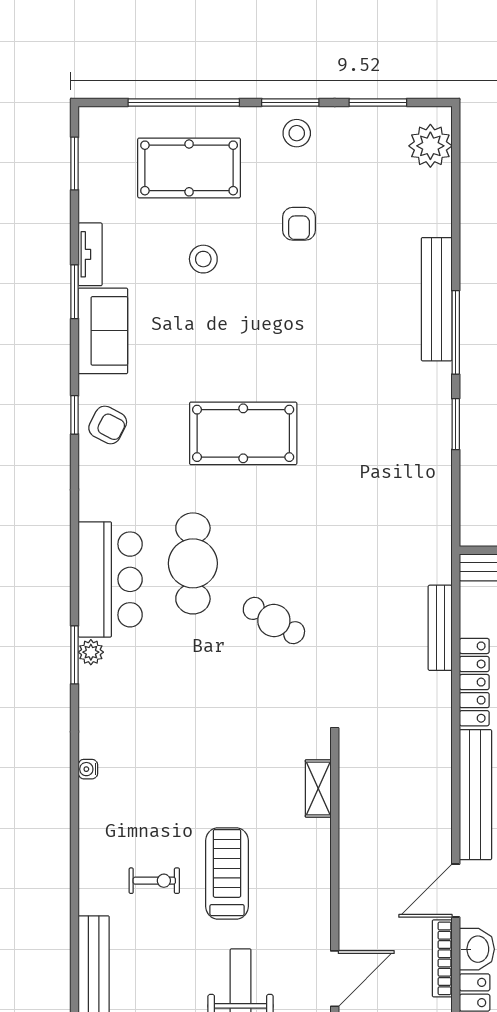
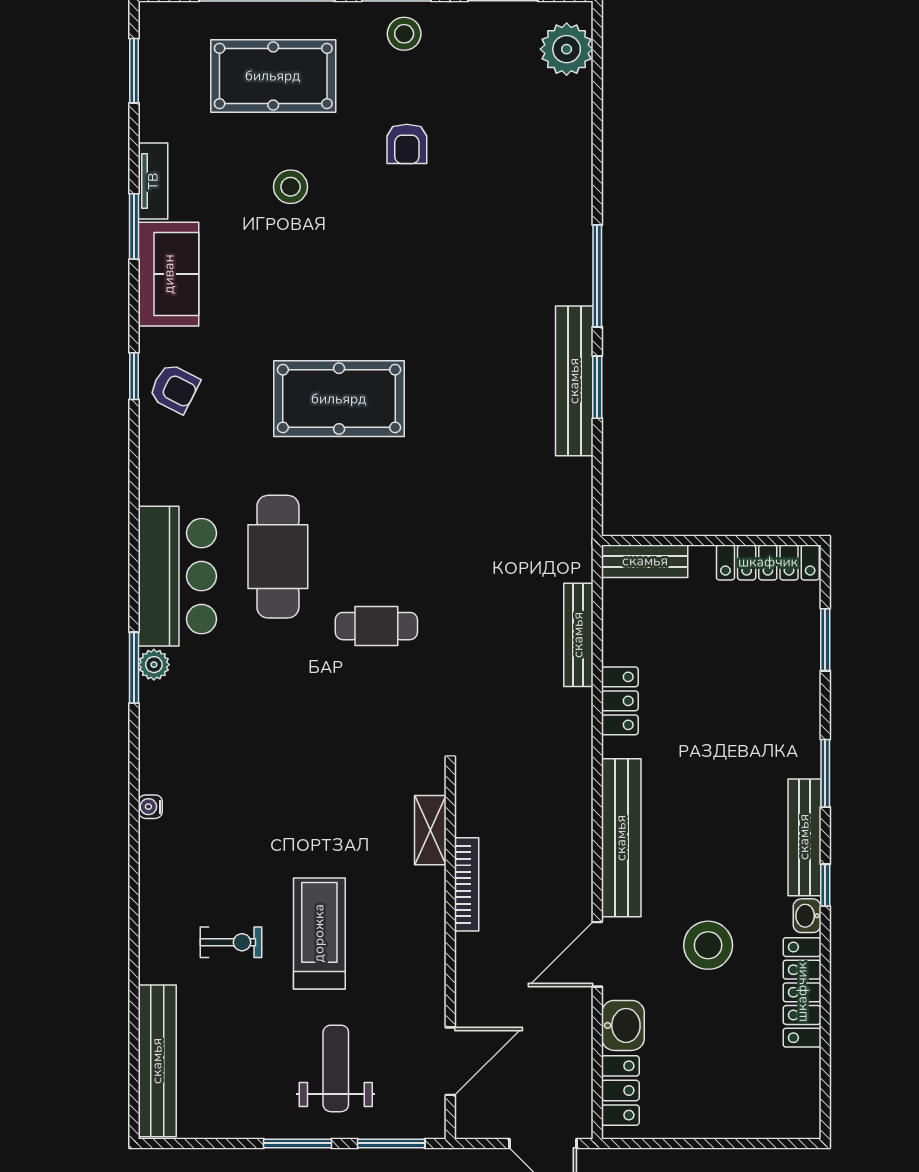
bench: (437, 299) -> (574, 381), moved
cafe table: (274, 621) -> (376, 626), turned -31
locker: (474, 682) -> (620, 701), width x0.66
bookcase: (442, 958) -> (467, 884), moved, turned 180

